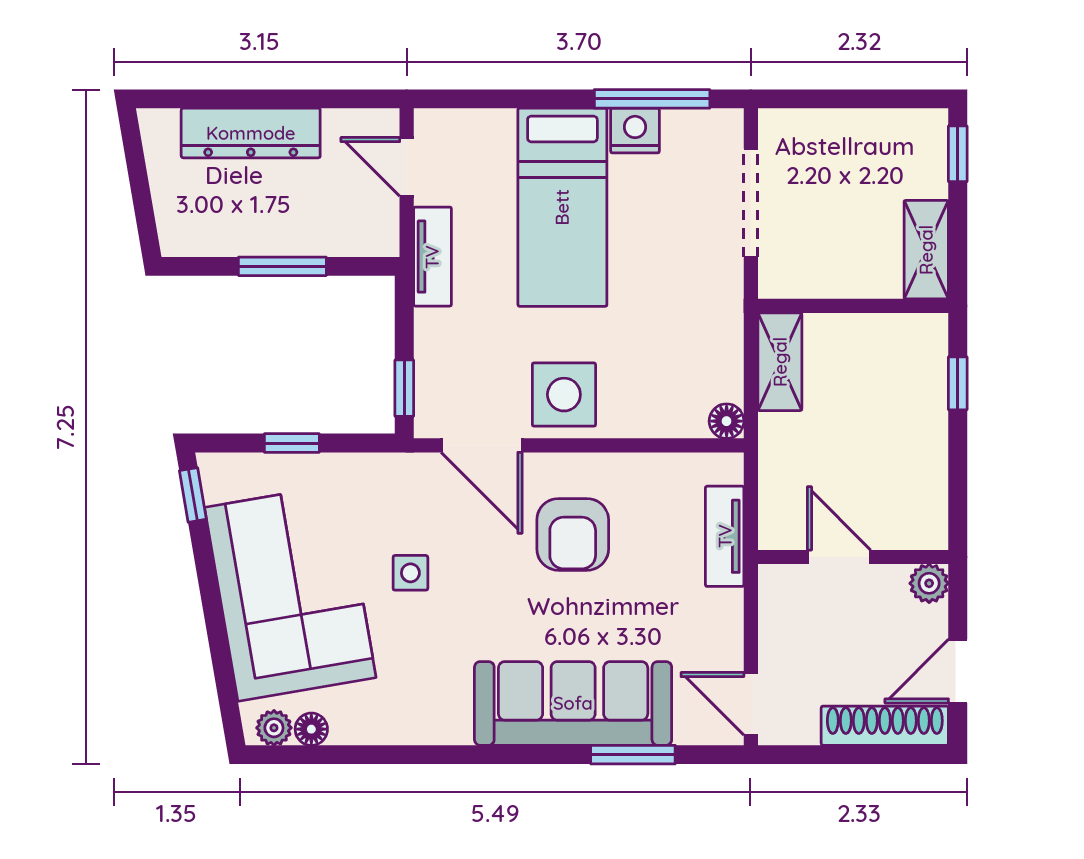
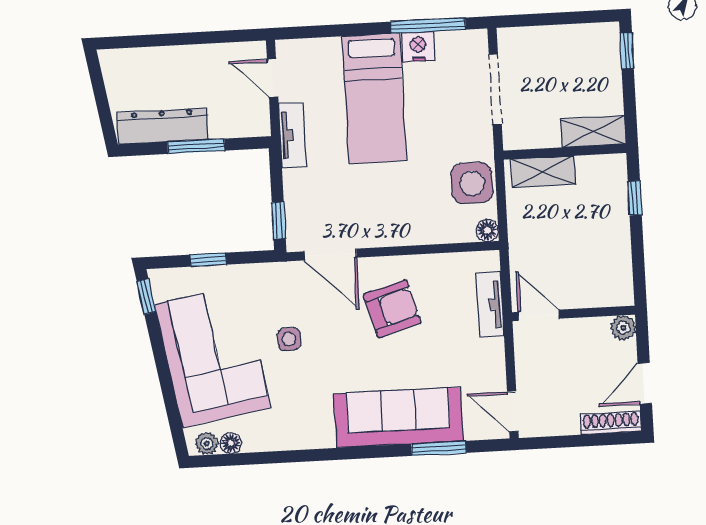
dresser: (251, 133) -> (162, 126), moved, turned 180
shelving: (926, 250) -> (593, 131), moved, turned 90
shelving: (780, 362) -> (543, 172), moved, turned 90
side table: (564, 395) -> (472, 183), moved
armchair: (573, 534) -> (392, 309), turned -106
door: (839, 557) -> (539, 315), moved
shoe rack: (885, 726) -> (611, 423), width x0.74, depth x0.81

